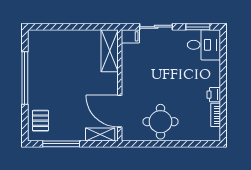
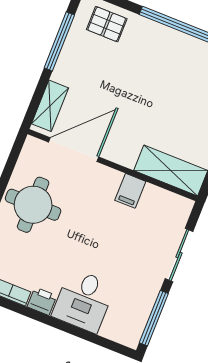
window: (198, 27) -> (154, 318), width x1.44
filing cabinet: (130, 36) -> (130, 191), moved
desk: (204, 45) -> (84, 301), moved

